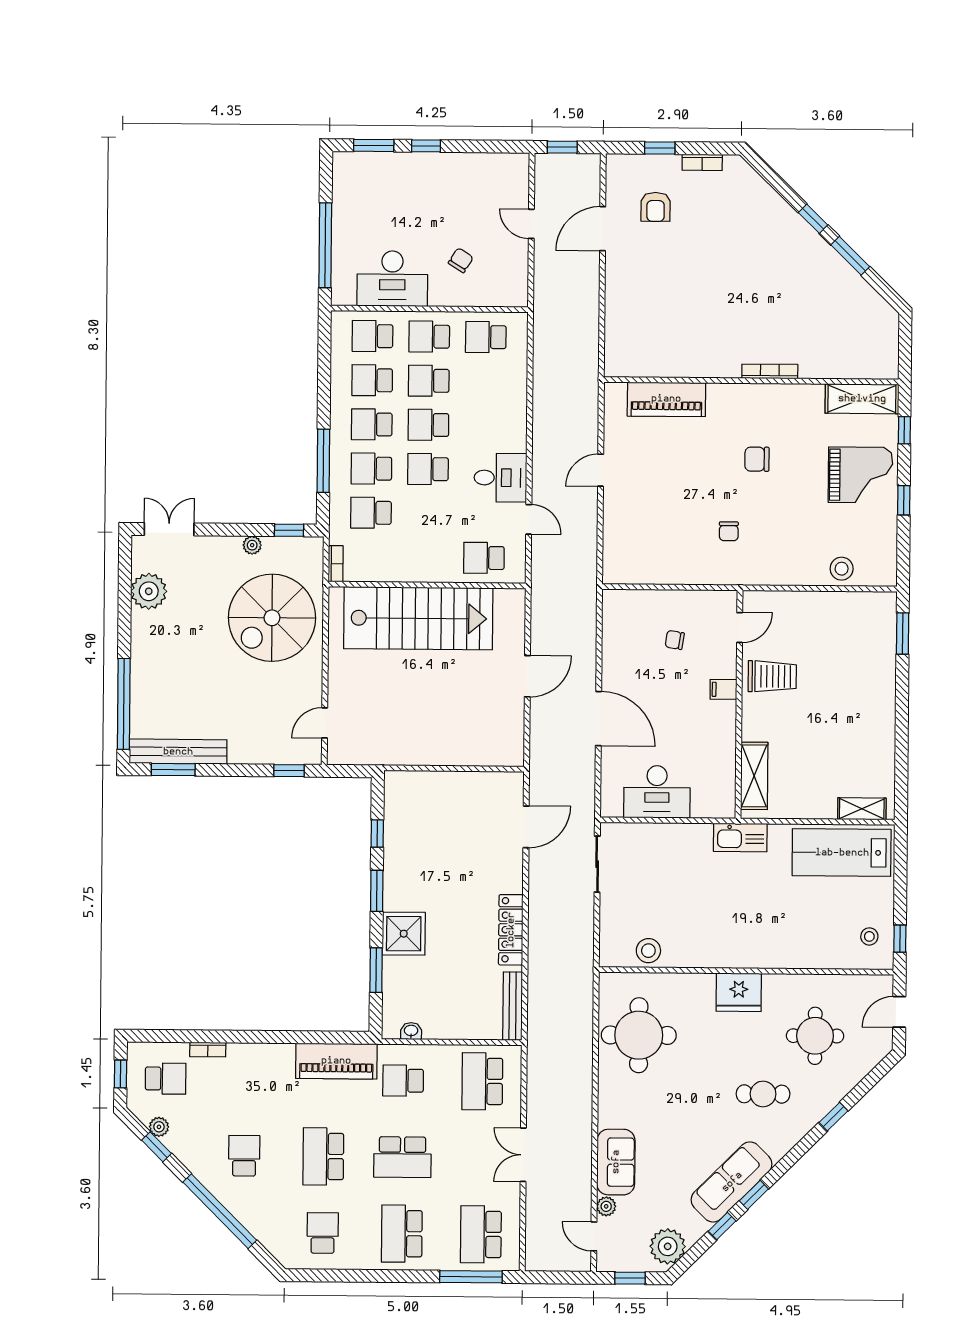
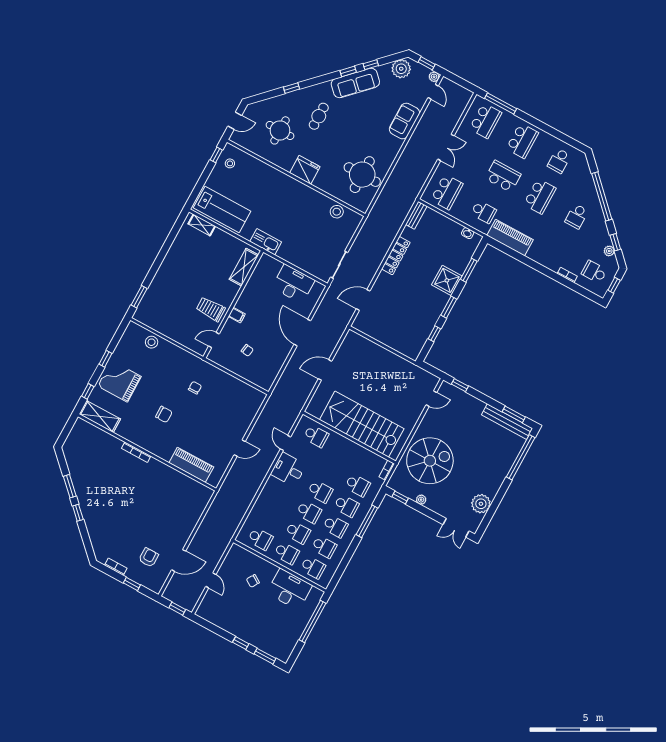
bench: (513, 1006) -> (416, 215), width x0.73
cafe table: (763, 1094) -> (319, 116), turned 90
plant: (606, 1206) -> (434, 77), moved

